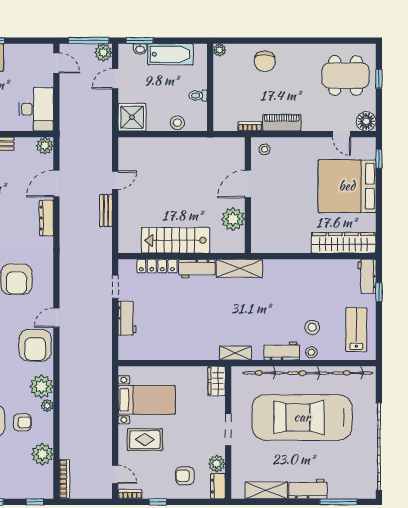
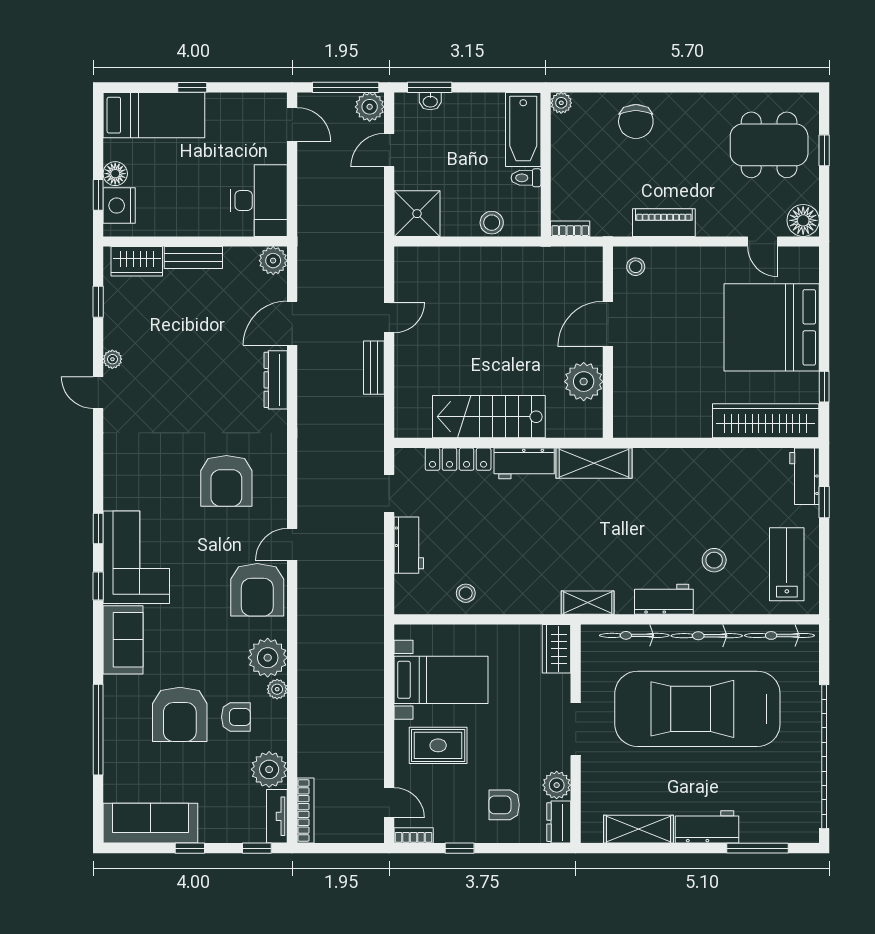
bathtub: (170, 54) -> (523, 130), moved, turned 90
bookcase: (250, 126) -> (570, 229), moved
window: (379, 159) -> (824, 387), moved
stool: (311, 352) -> (466, 593), moved
tv unit: (47, 483) -> (277, 816), added

